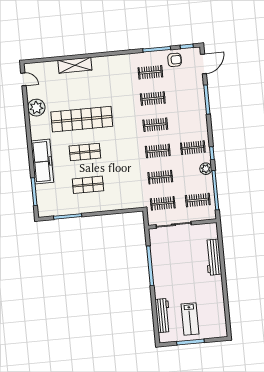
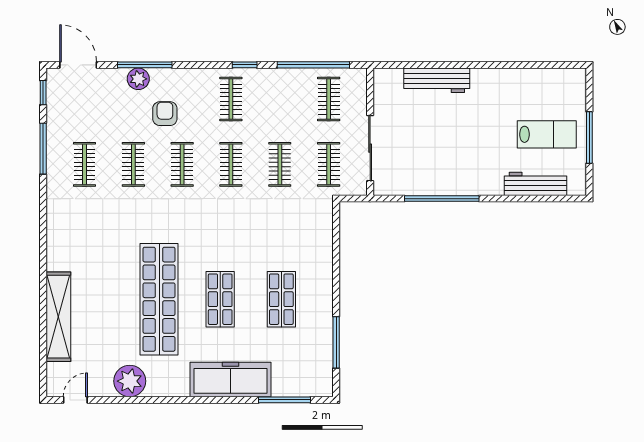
armchair: (175, 60) -> (165, 114), moved
shelving: (75, 65) -> (58, 317), width x1.47
plant: (206, 169) -> (138, 79), moved

